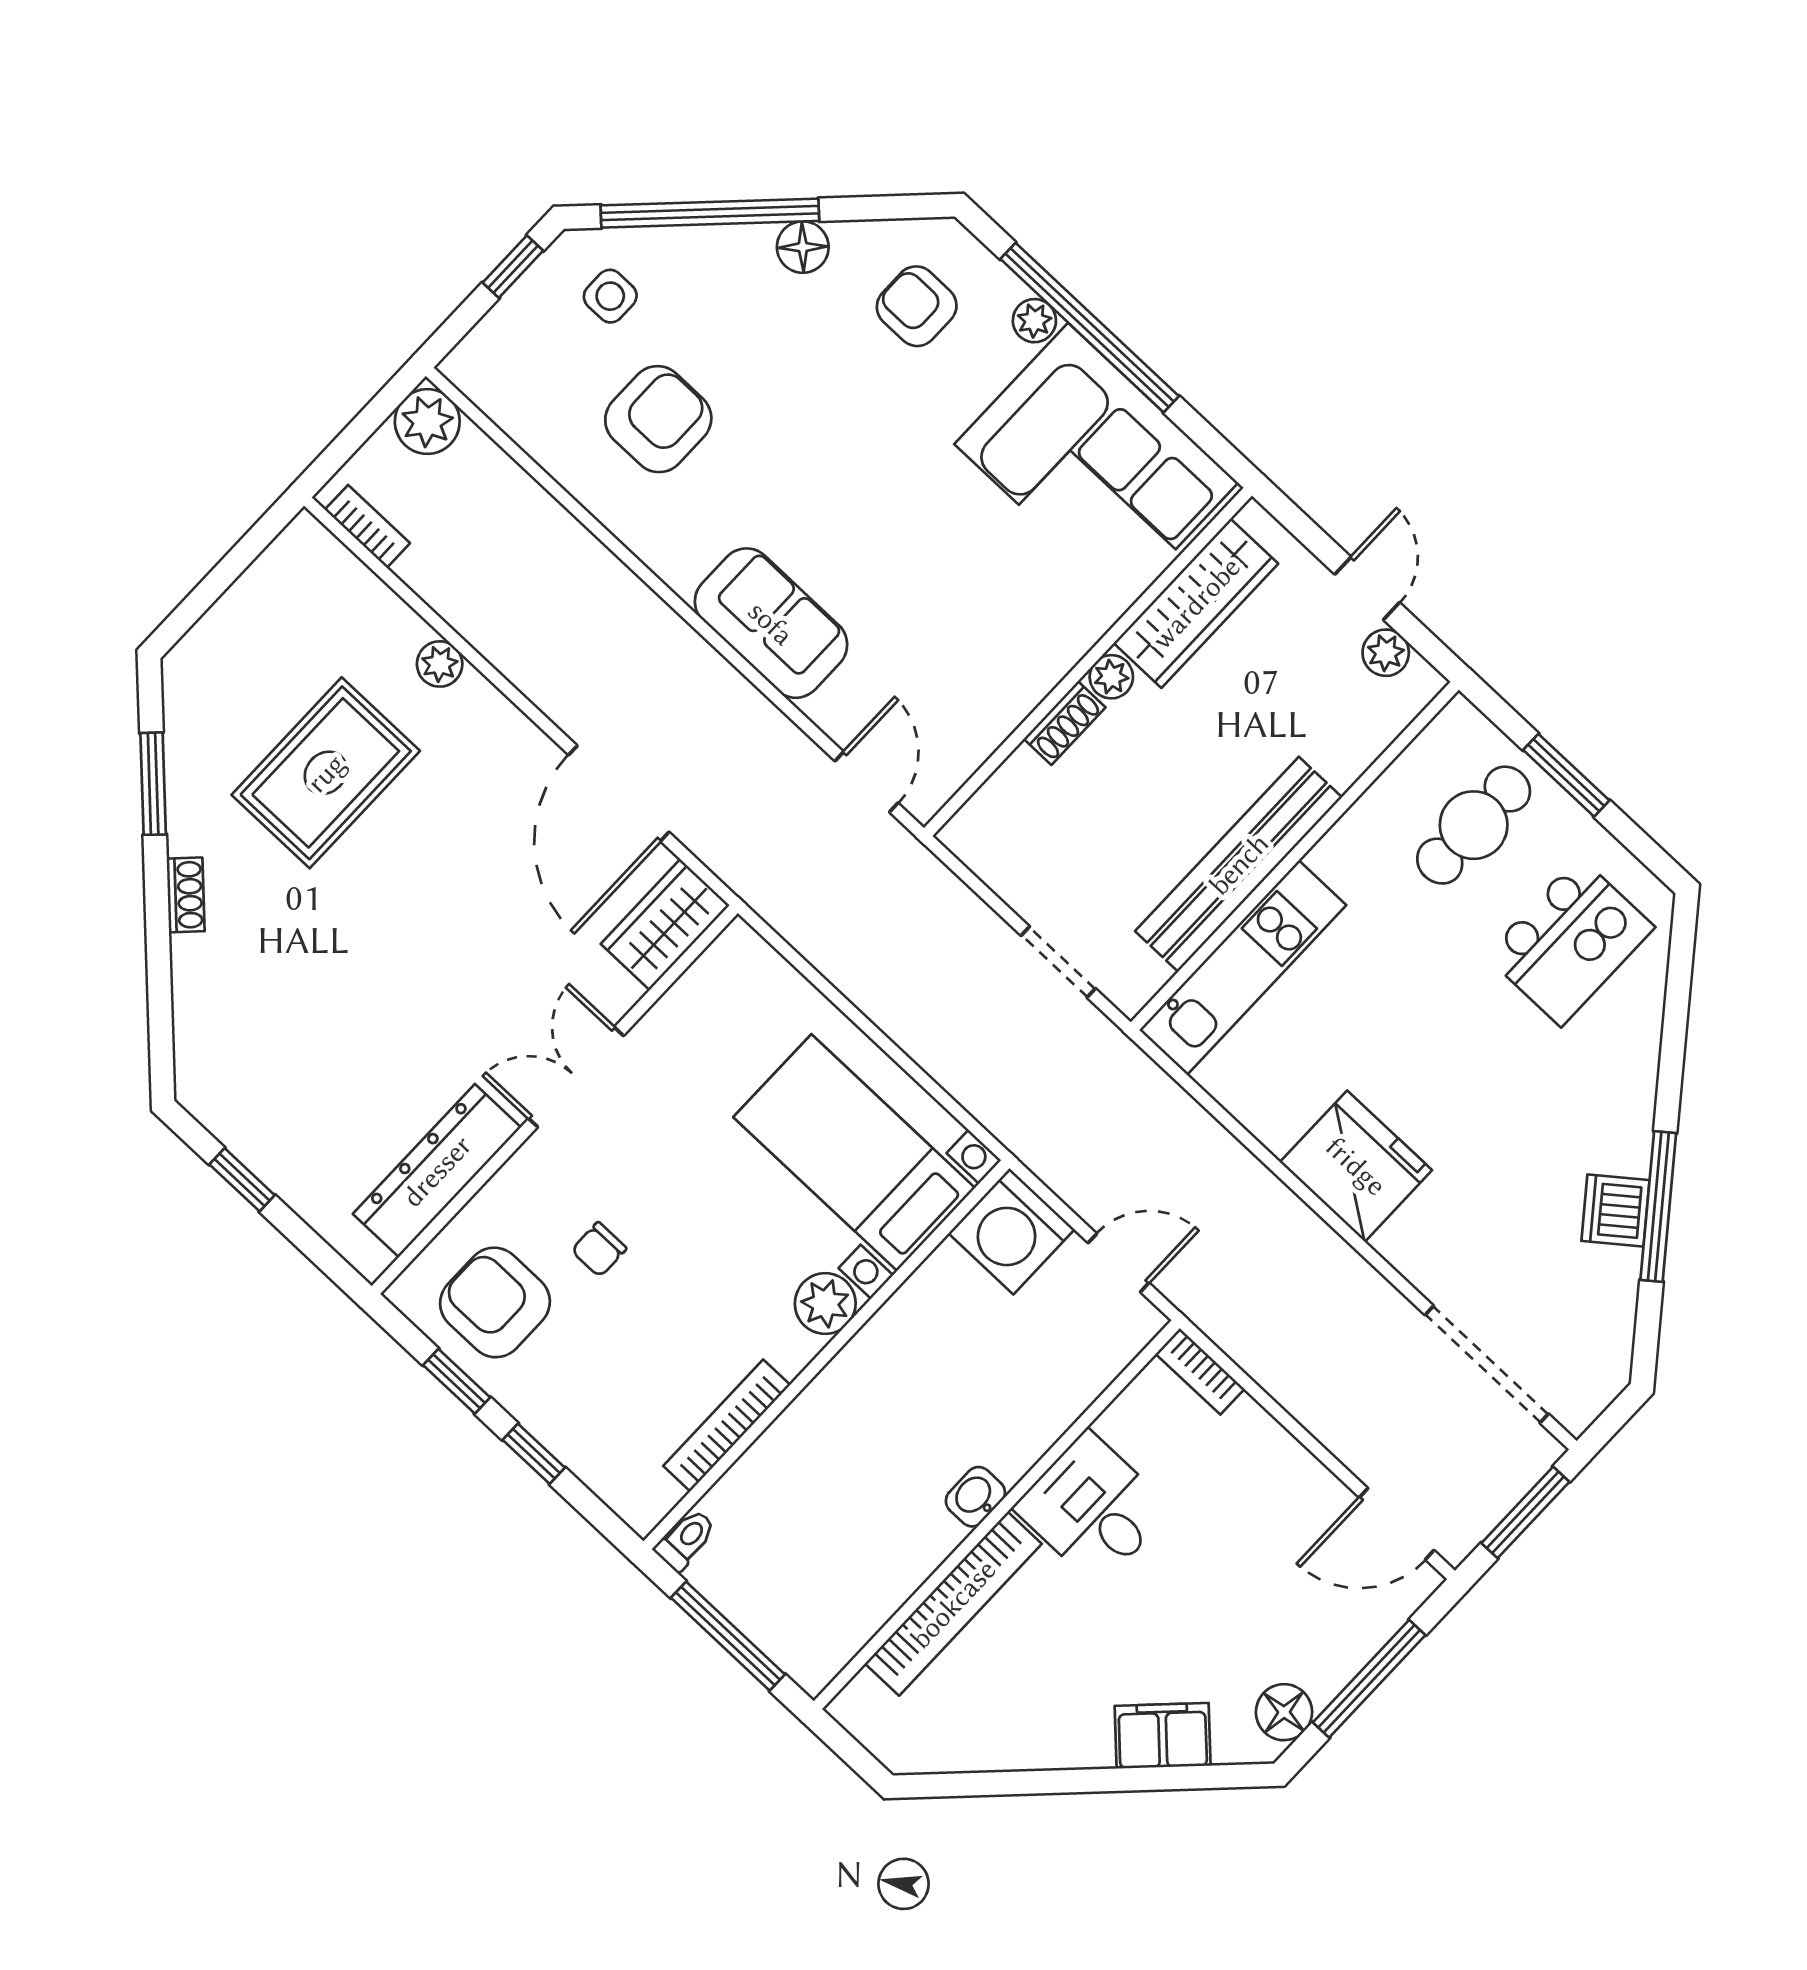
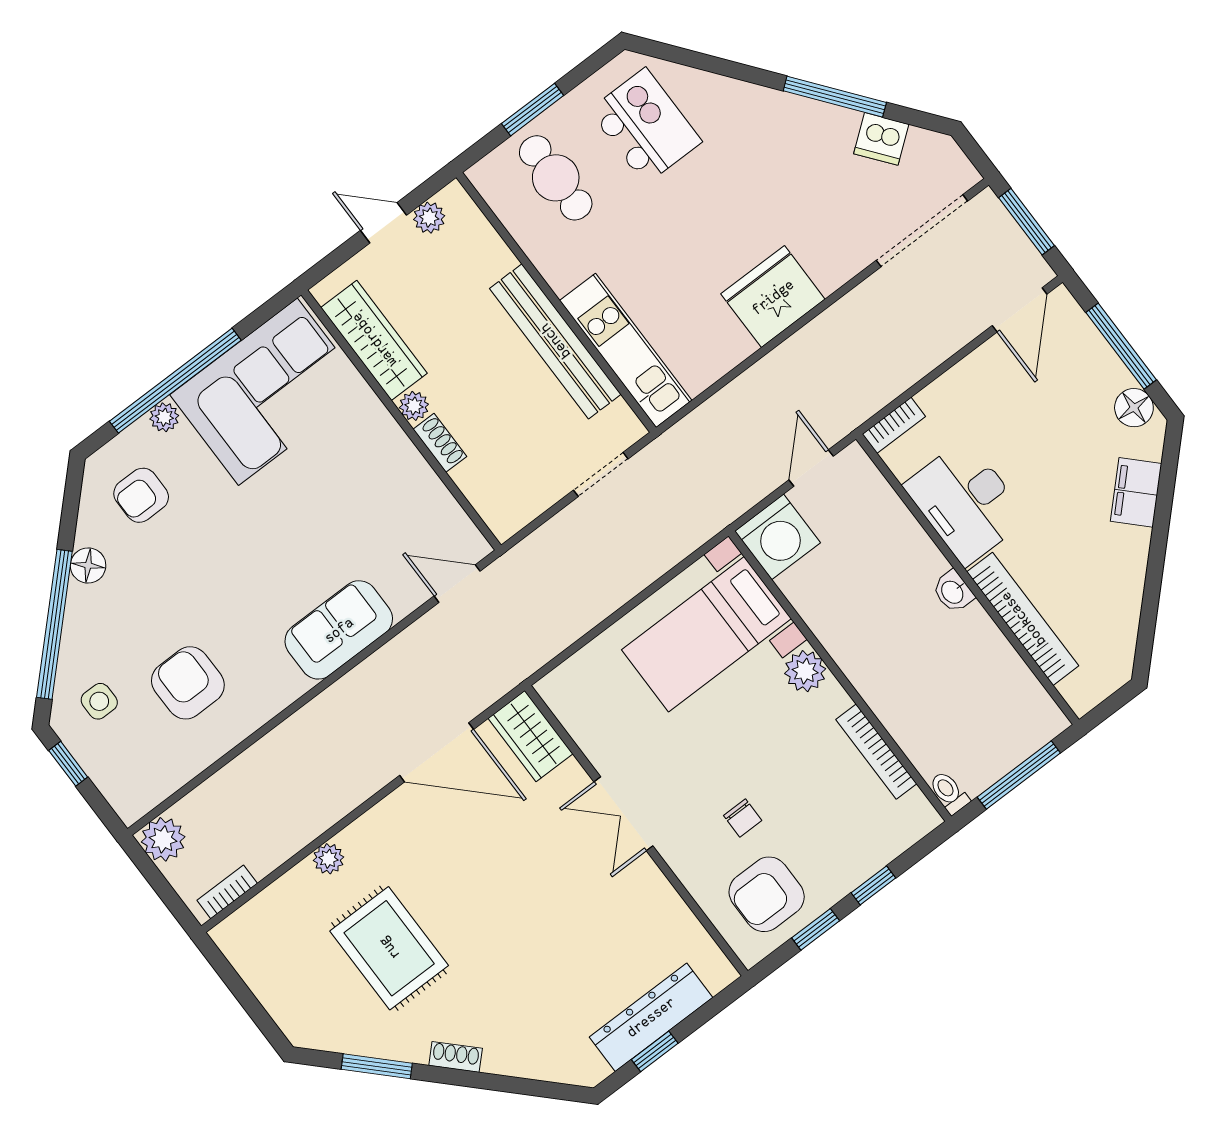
dresser: (437, 1171) -> (651, 1017), moved, turned 90
dishwasher: (1615, 1210) -> (881, 139), moved
desk: (1093, 1509) -> (966, 502), width x1.37

